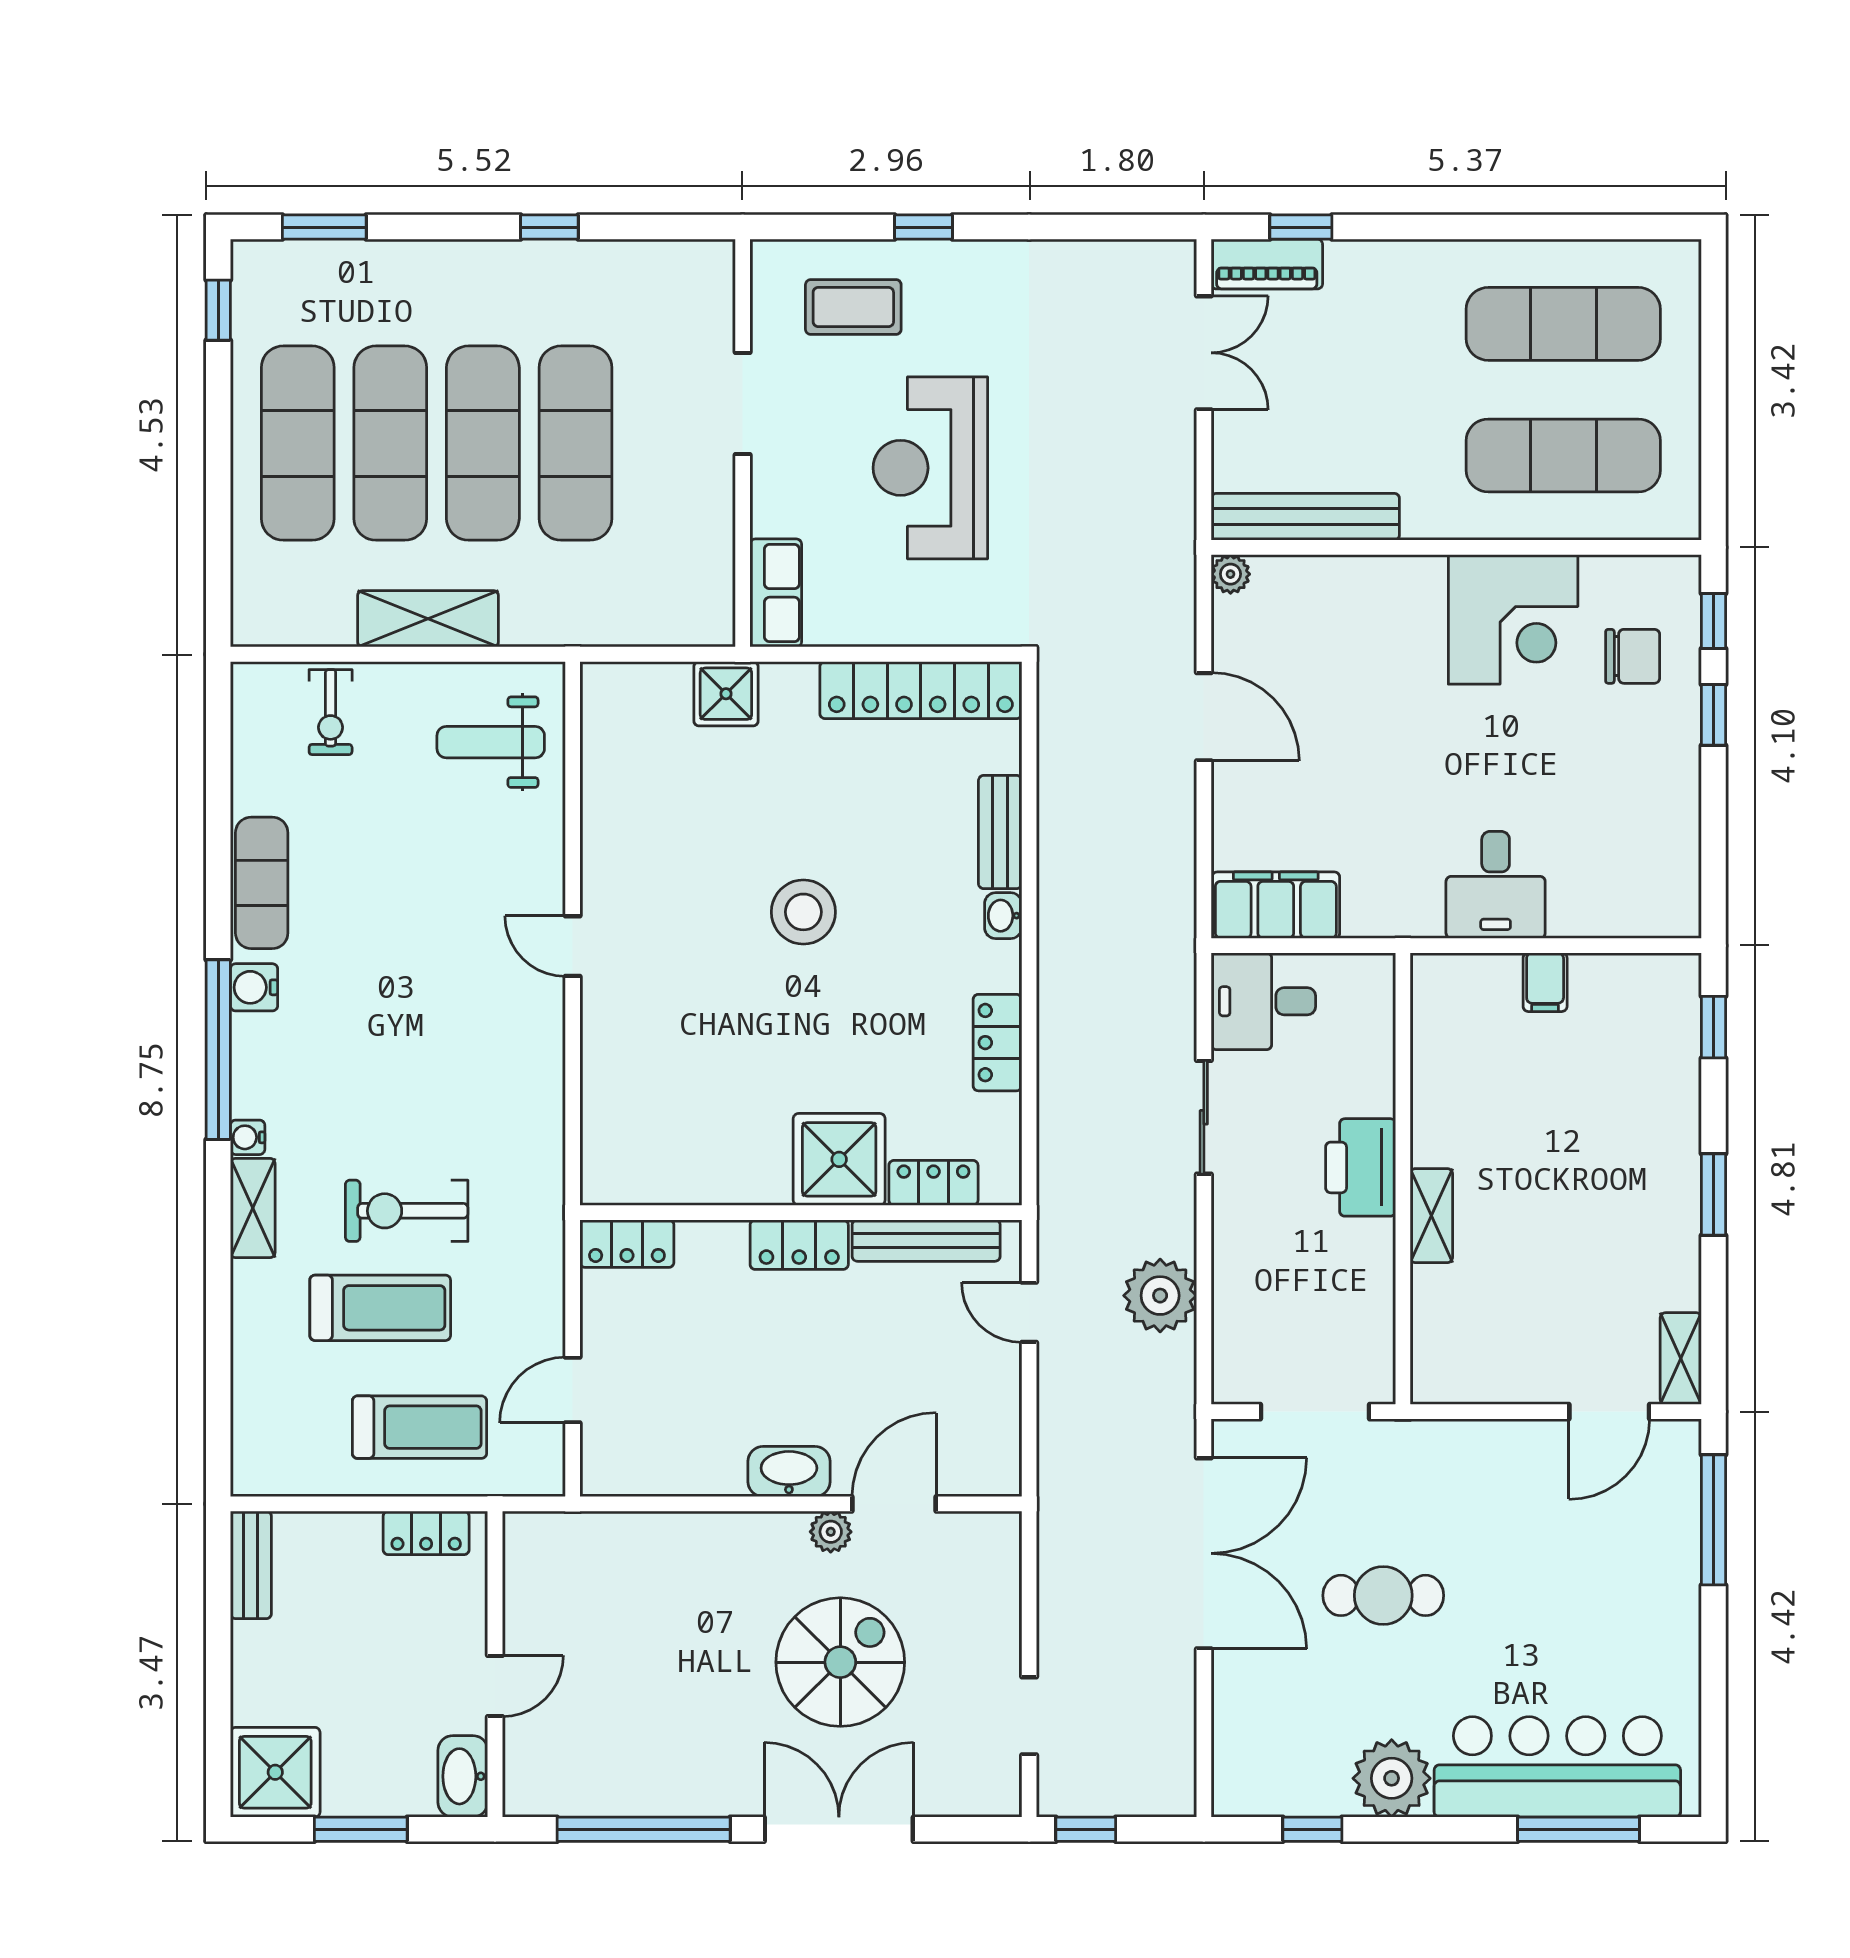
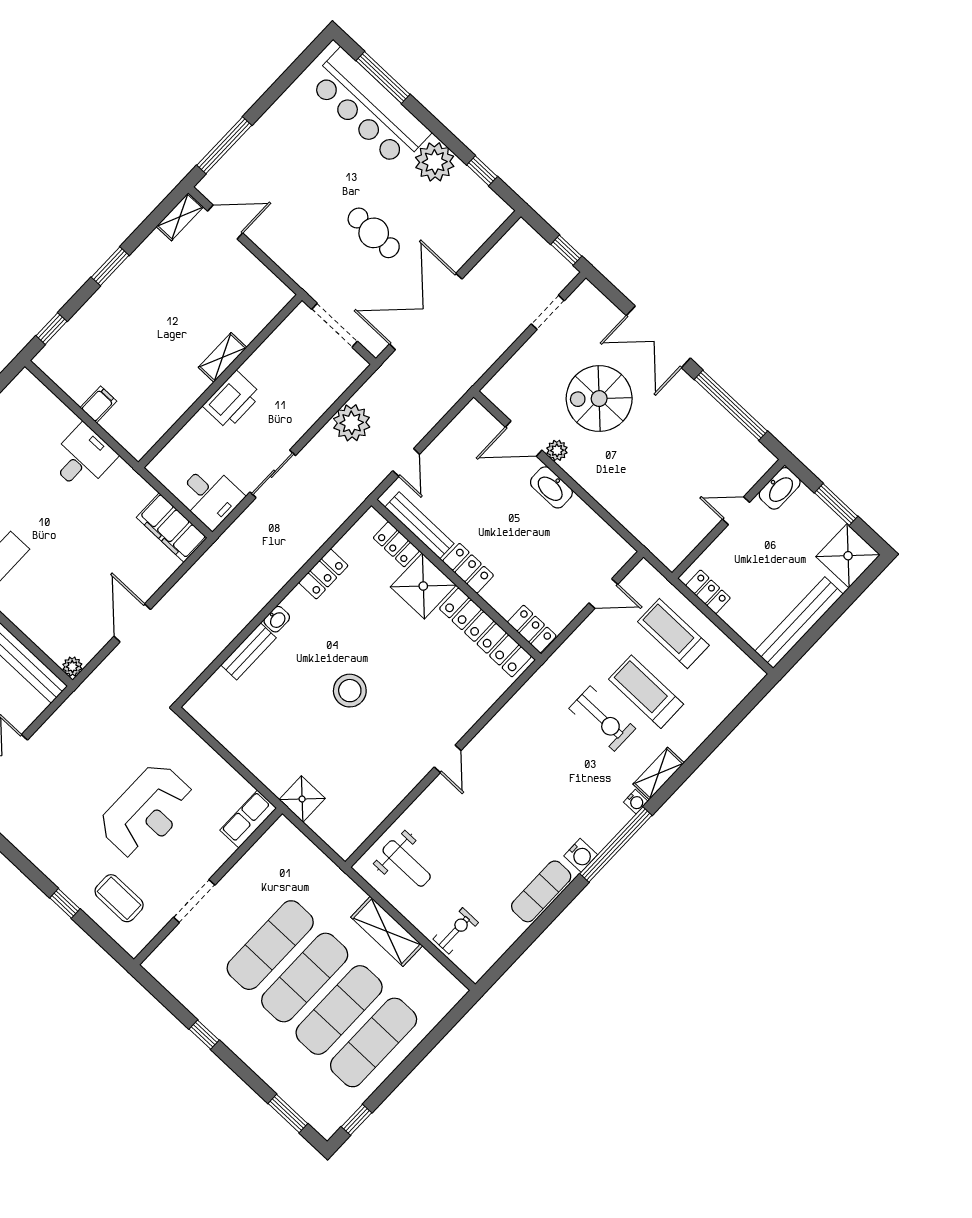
locker: (921, 690) -> (485, 632), moved, turned 180
bench: (251, 1565) -> (799, 623), width x1.86, depth x1.21

